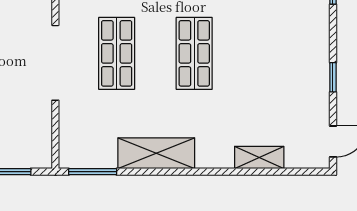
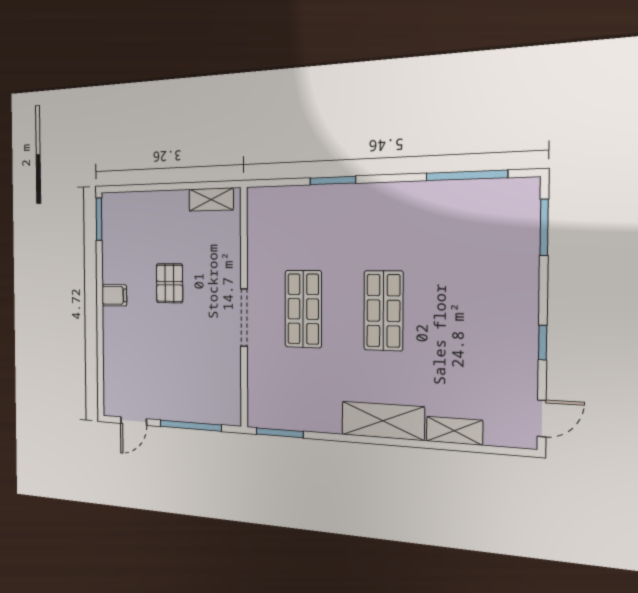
doorway: (55, 63) -> (244, 318), width x0.73
shelving: (156, 153) -> (383, 421), moved

